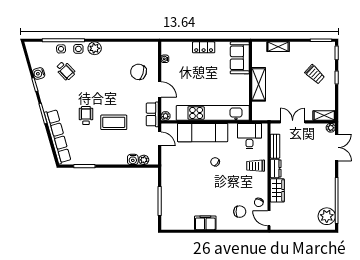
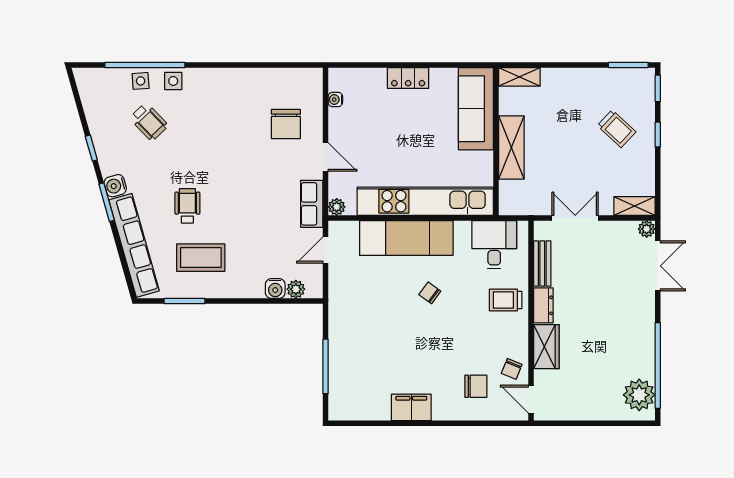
shelving: (278, 47) -> (519, 77), moved
plant: (95, 48) -> (204, 80), removed
sofa: (240, 58) -> (476, 109), width x1.36
chair: (139, 72) -> (286, 124), turned -107
water cooler: (39, 74) -> (115, 186), moved
coffee table: (114, 122) -> (201, 258), moved
door: (160, 139) -> (326, 250), swing flipped

